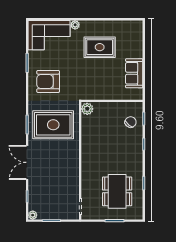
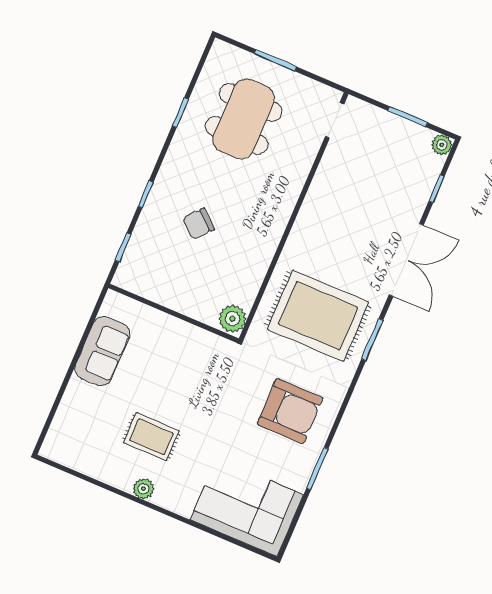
plant: (75, 25) -> (143, 489), moved
rug: (100, 47) -> (151, 437), width x0.73, depth x0.70
chair: (131, 122) -> (199, 224), moved

